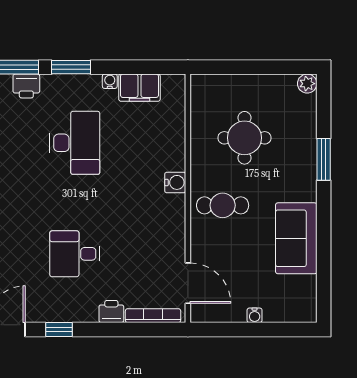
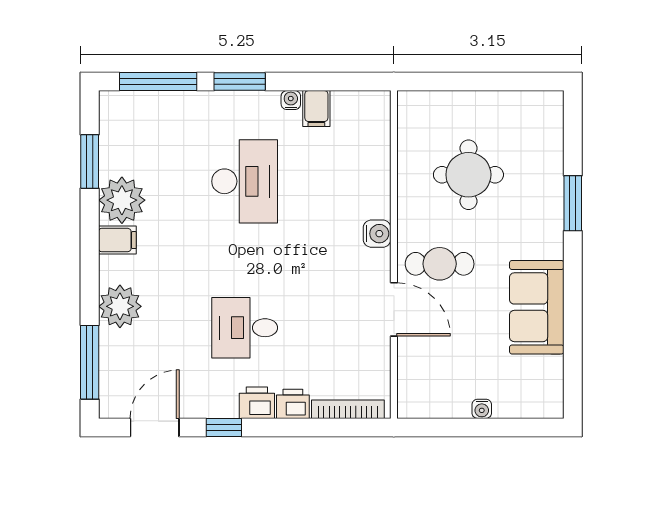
plant: (307, 84) -> (551, 103), removed
printer: (26, 86) -> (257, 403), moved, turned 180
filing cabinet: (139, 88) -> (316, 109), width x0.50
door: (188, 283) -> (394, 309), moved

